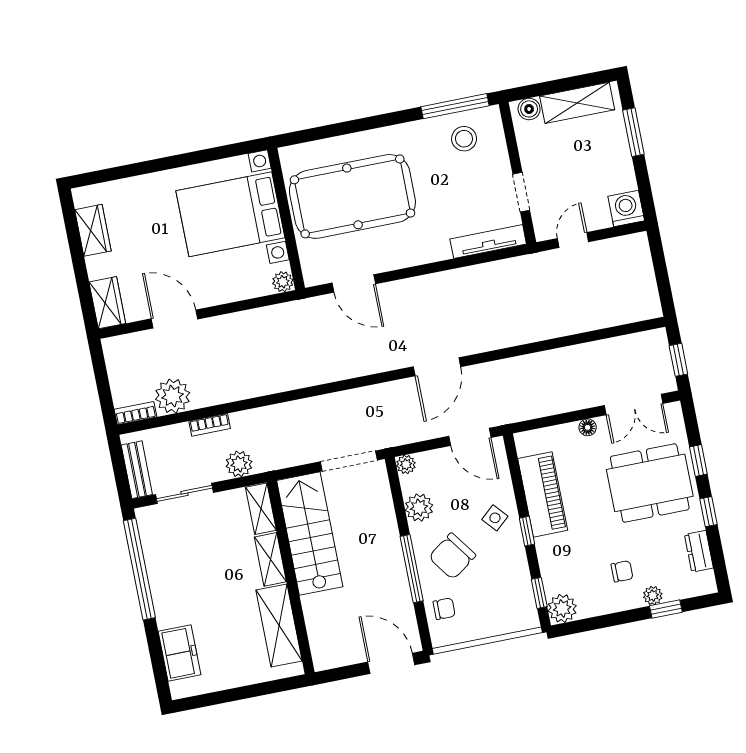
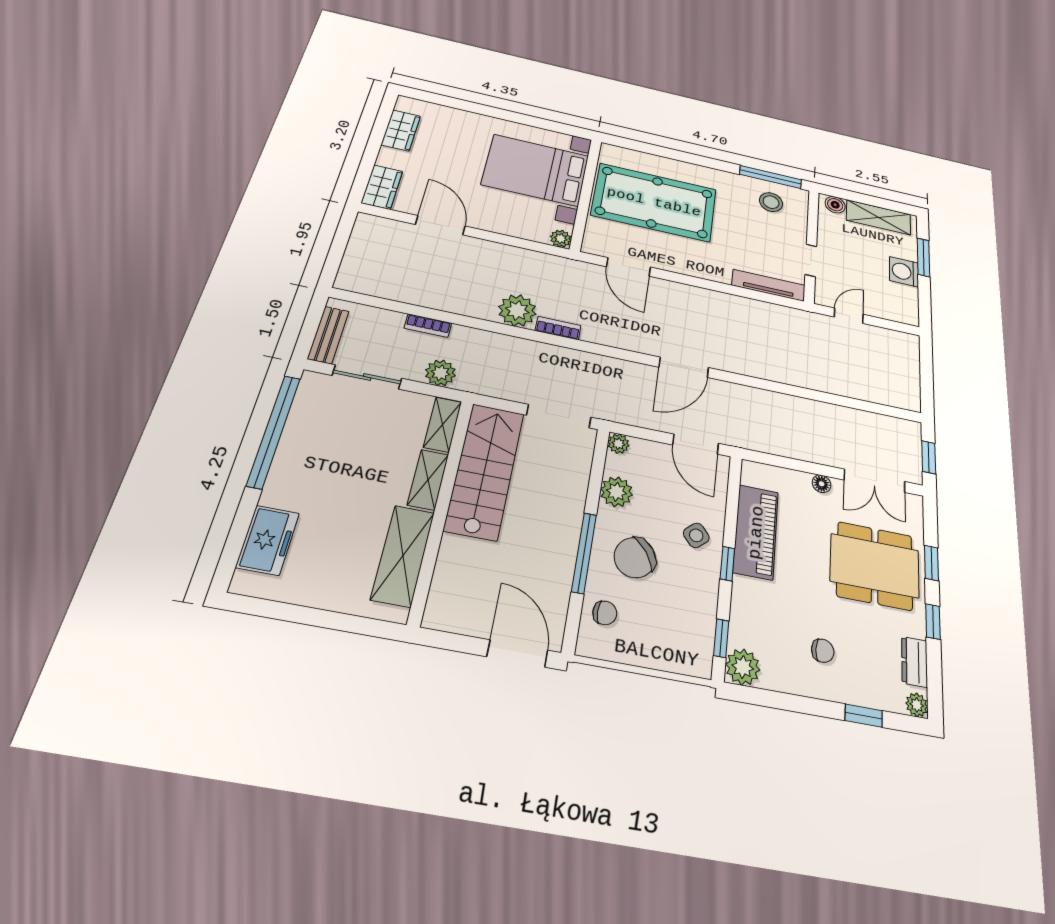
washing machine: (626, 208) -> (904, 272), moved, turned -90
plant: (173, 396) -> (517, 310), moved
bookcase: (135, 413) -> (558, 328), moved
plant: (653, 596) -> (917, 705), moved

